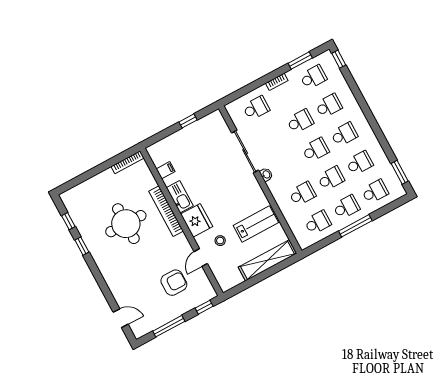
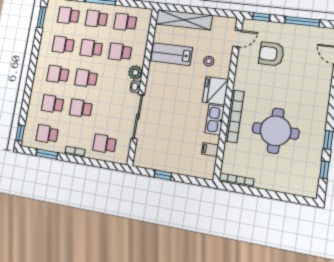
plant: (275, 186) -> (135, 73), added
door: (201, 258) -> (237, 39), moved

